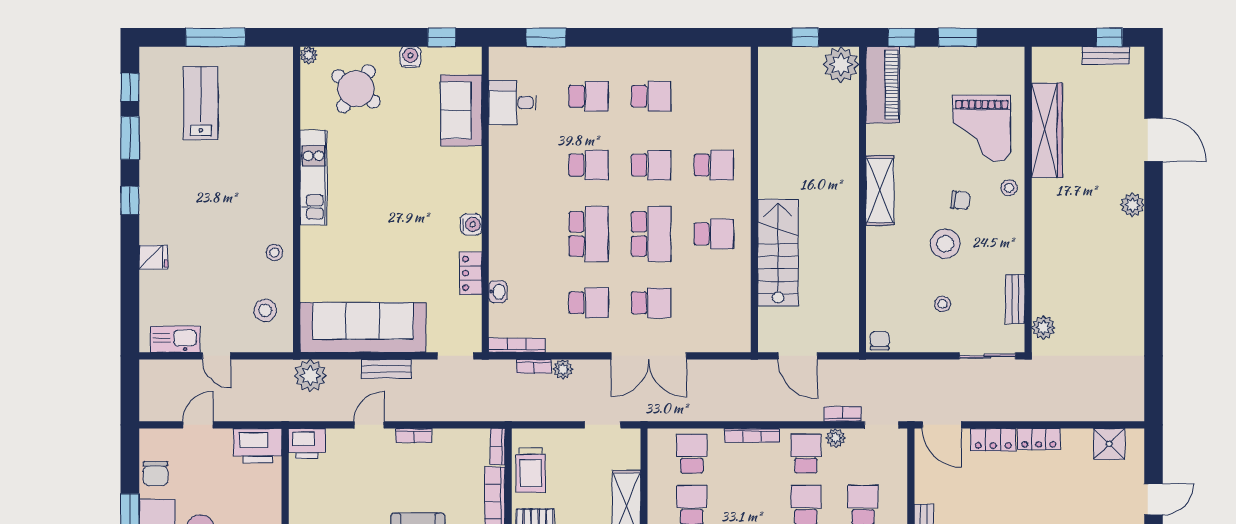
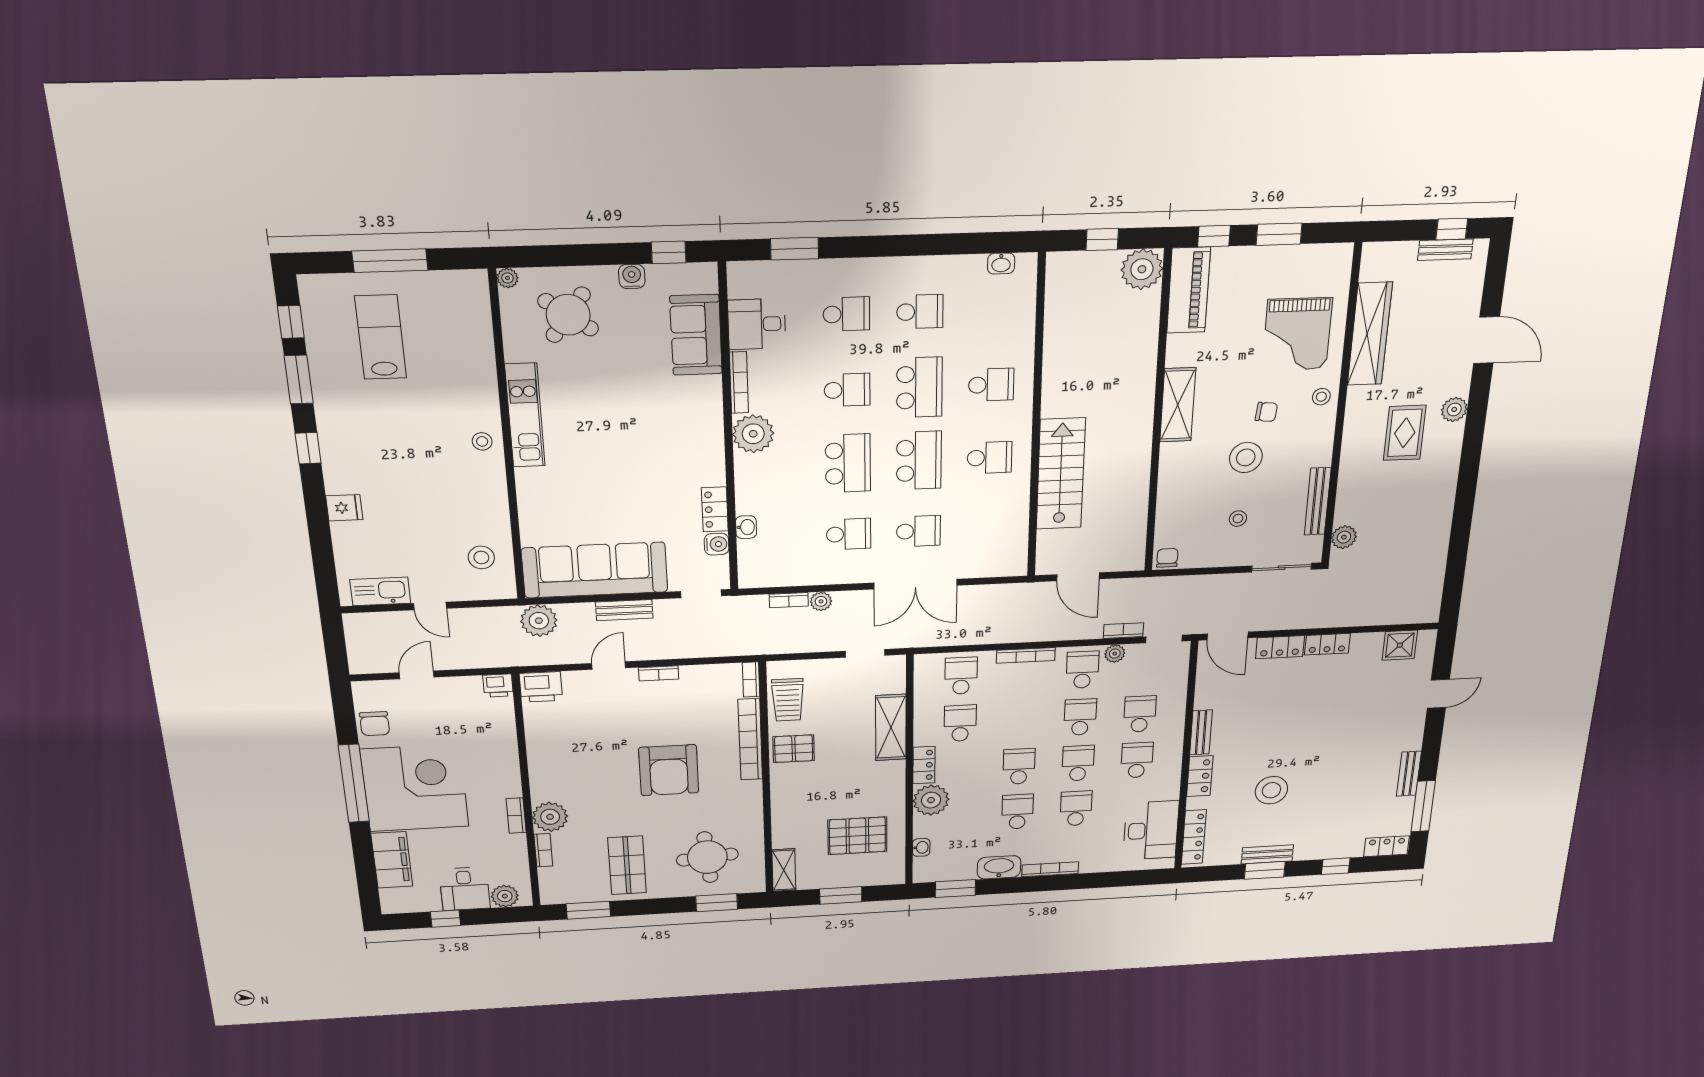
washbasin: (720, 56) -> (1001, 263), added
school desk: (651, 165) -> (919, 387), width x1.85
plant: (507, 203) -> (753, 434), added
water cooler: (471, 224) -> (717, 544), moved
rug: (1089, 226) -> (1405, 433), added
stool: (274, 252) -> (482, 441), moved
bench: (1015, 299) -> (1318, 501), width x1.36
bookcase: (517, 345) -> (739, 382), moved, turned 90
printer: (258, 446) -> (498, 686), width x0.53, depth x0.68

